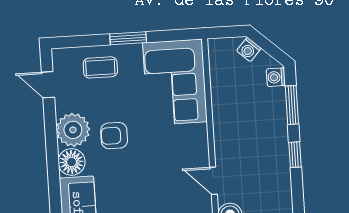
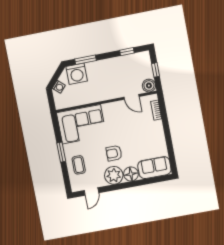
washing machine: (276, 77) -> (77, 74), width x1.89, depth x1.89
armchair: (114, 136) -> (114, 153), turned 90
window: (295, 155) -> (127, 52), moved
door: (213, 181) -> (132, 97), hinge flipped

